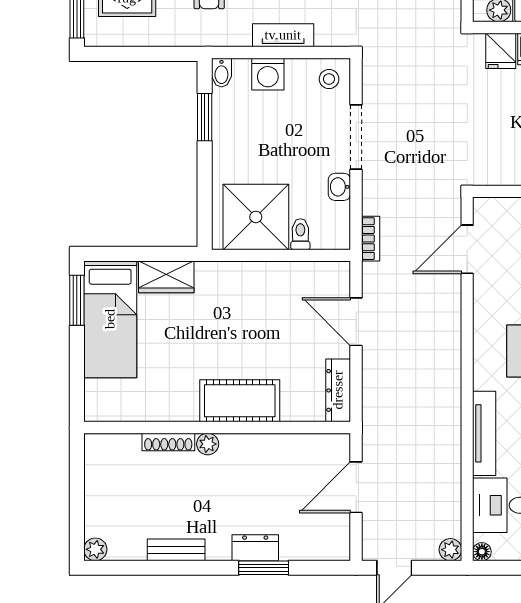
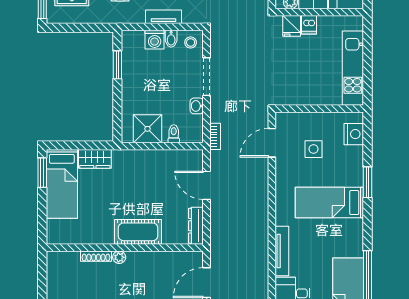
bidet: (221, 73) -> (171, 39), moved
shower: (256, 217) -> (148, 129), width x0.73, depth x0.73

